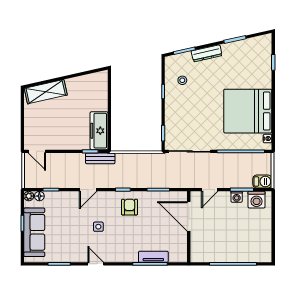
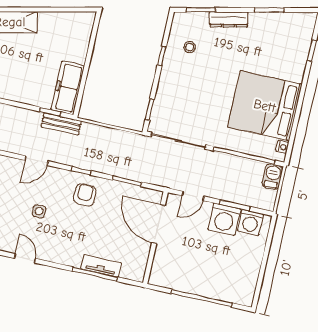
barbecue: (262, 181) -> (272, 177), moved, turned -90
washing machine: (237, 197) -> (224, 219), width x1.89, depth x1.89

